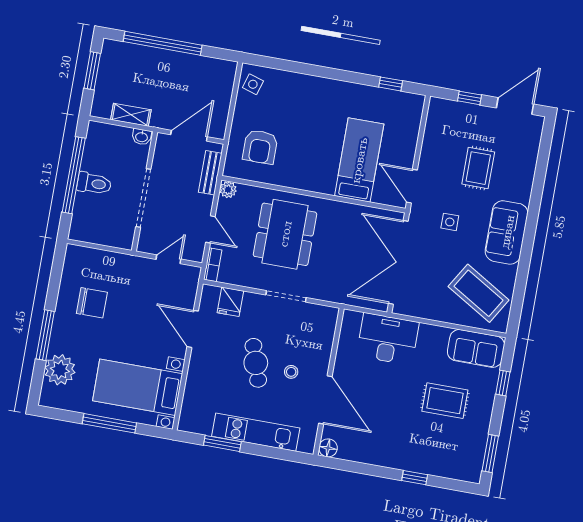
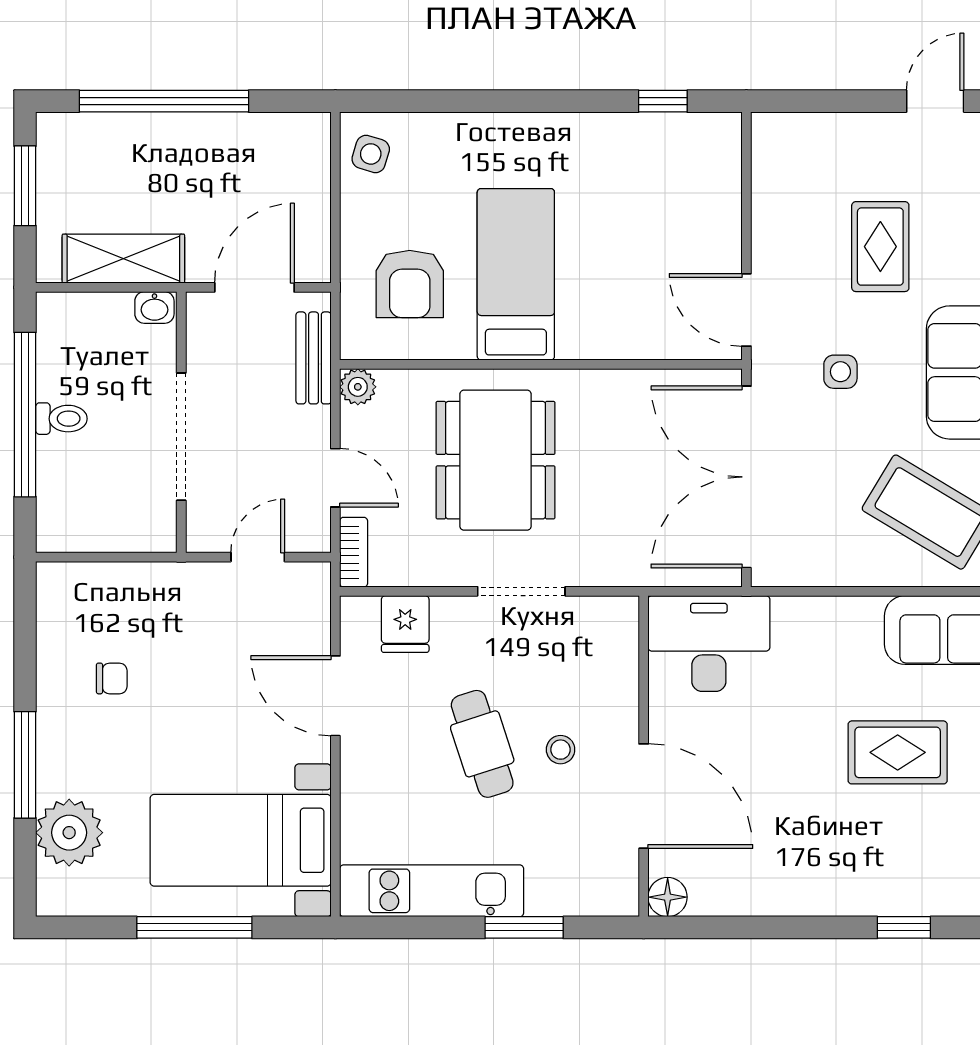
window: (469, 98) -> (835, 101), removed
door: (515, 106) -> (935, 101), width x0.73
shelving: (131, 115) -> (123, 259), width x1.50, depth x1.33
bed: (359, 160) -> (516, 274), moved
toilet: (94, 183) -> (61, 419), width x0.73, depth x0.72
chair: (92, 303) -> (112, 678), width x0.54, depth x0.54
desk: (388, 339) -> (709, 644), moved
kitchen unit: (256, 432) -> (432, 891), moved
window: (222, 443) -> (524, 927), moved
window: (415, 478) -> (904, 927), moved

